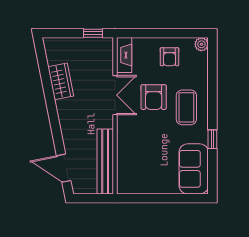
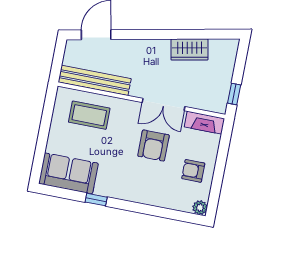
armchair: (154, 97) -> (153, 146), turned -90
coffee table: (186, 107) -> (89, 115), moved

